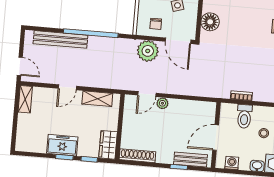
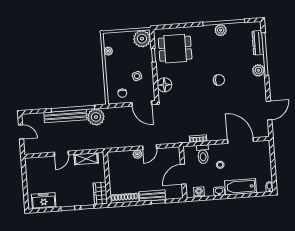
bench: (60, 39) -> (65, 116), moved
plant: (148, 51) -> (96, 117), moved
door: (20, 66) -> (21, 132), moved
door: (147, 94) -> (150, 147), moved
shelving: (25, 99) -> (30, 168), removed
freezer: (62, 145) -> (44, 201), moved
bench: (191, 160) -> (152, 196), moved

